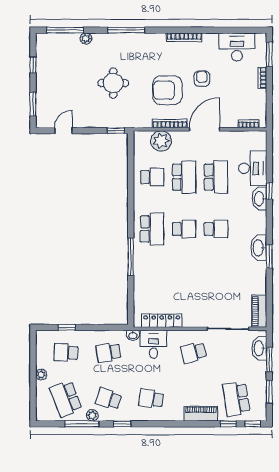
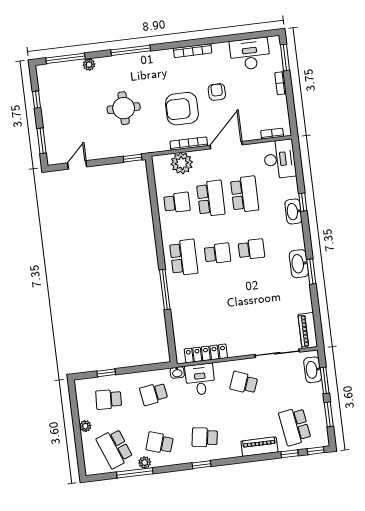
desk: (253, 168) -> (280, 159), moved
school desk: (194, 352) -> (244, 383), turned 36
window: (122, 424) -> (201, 465), moved

